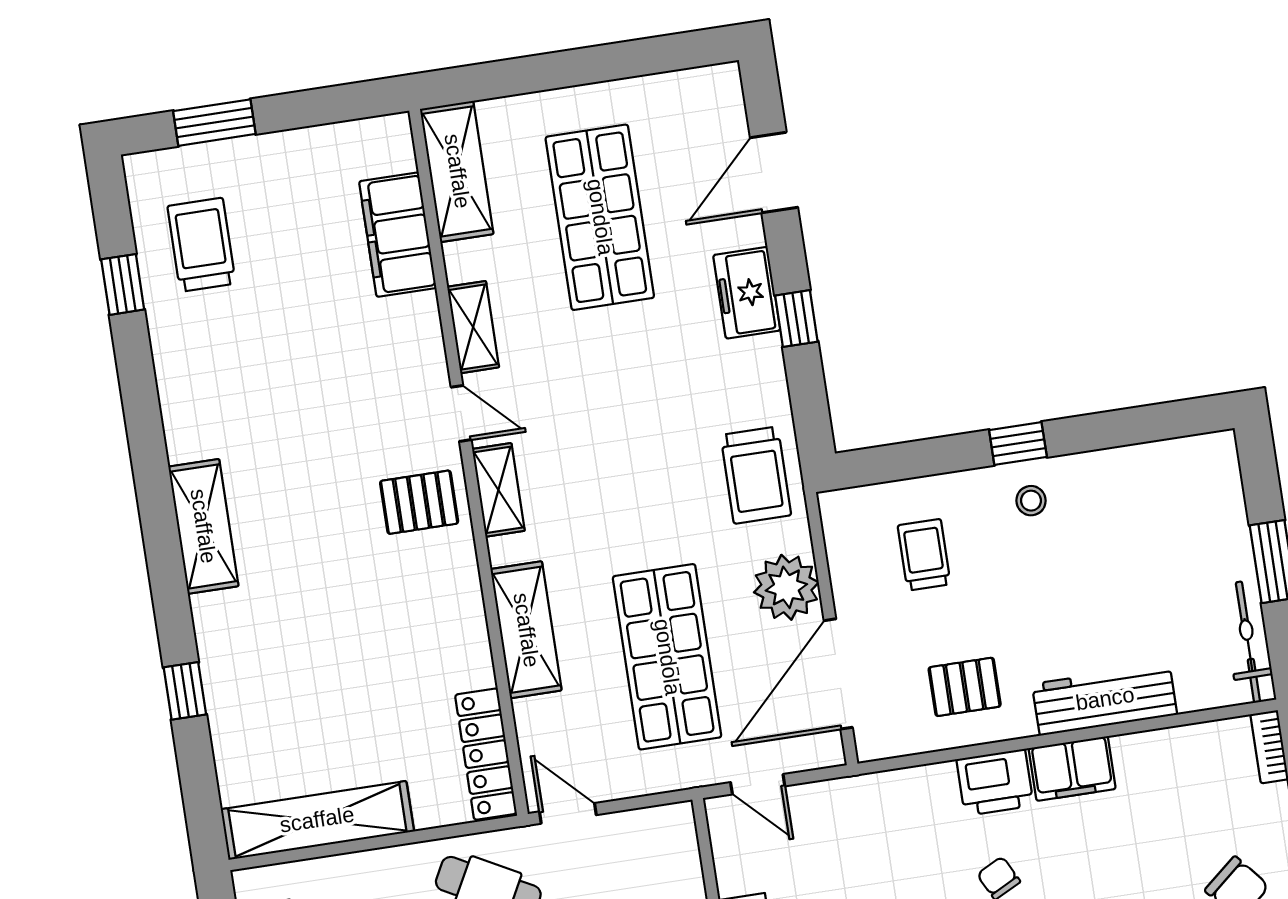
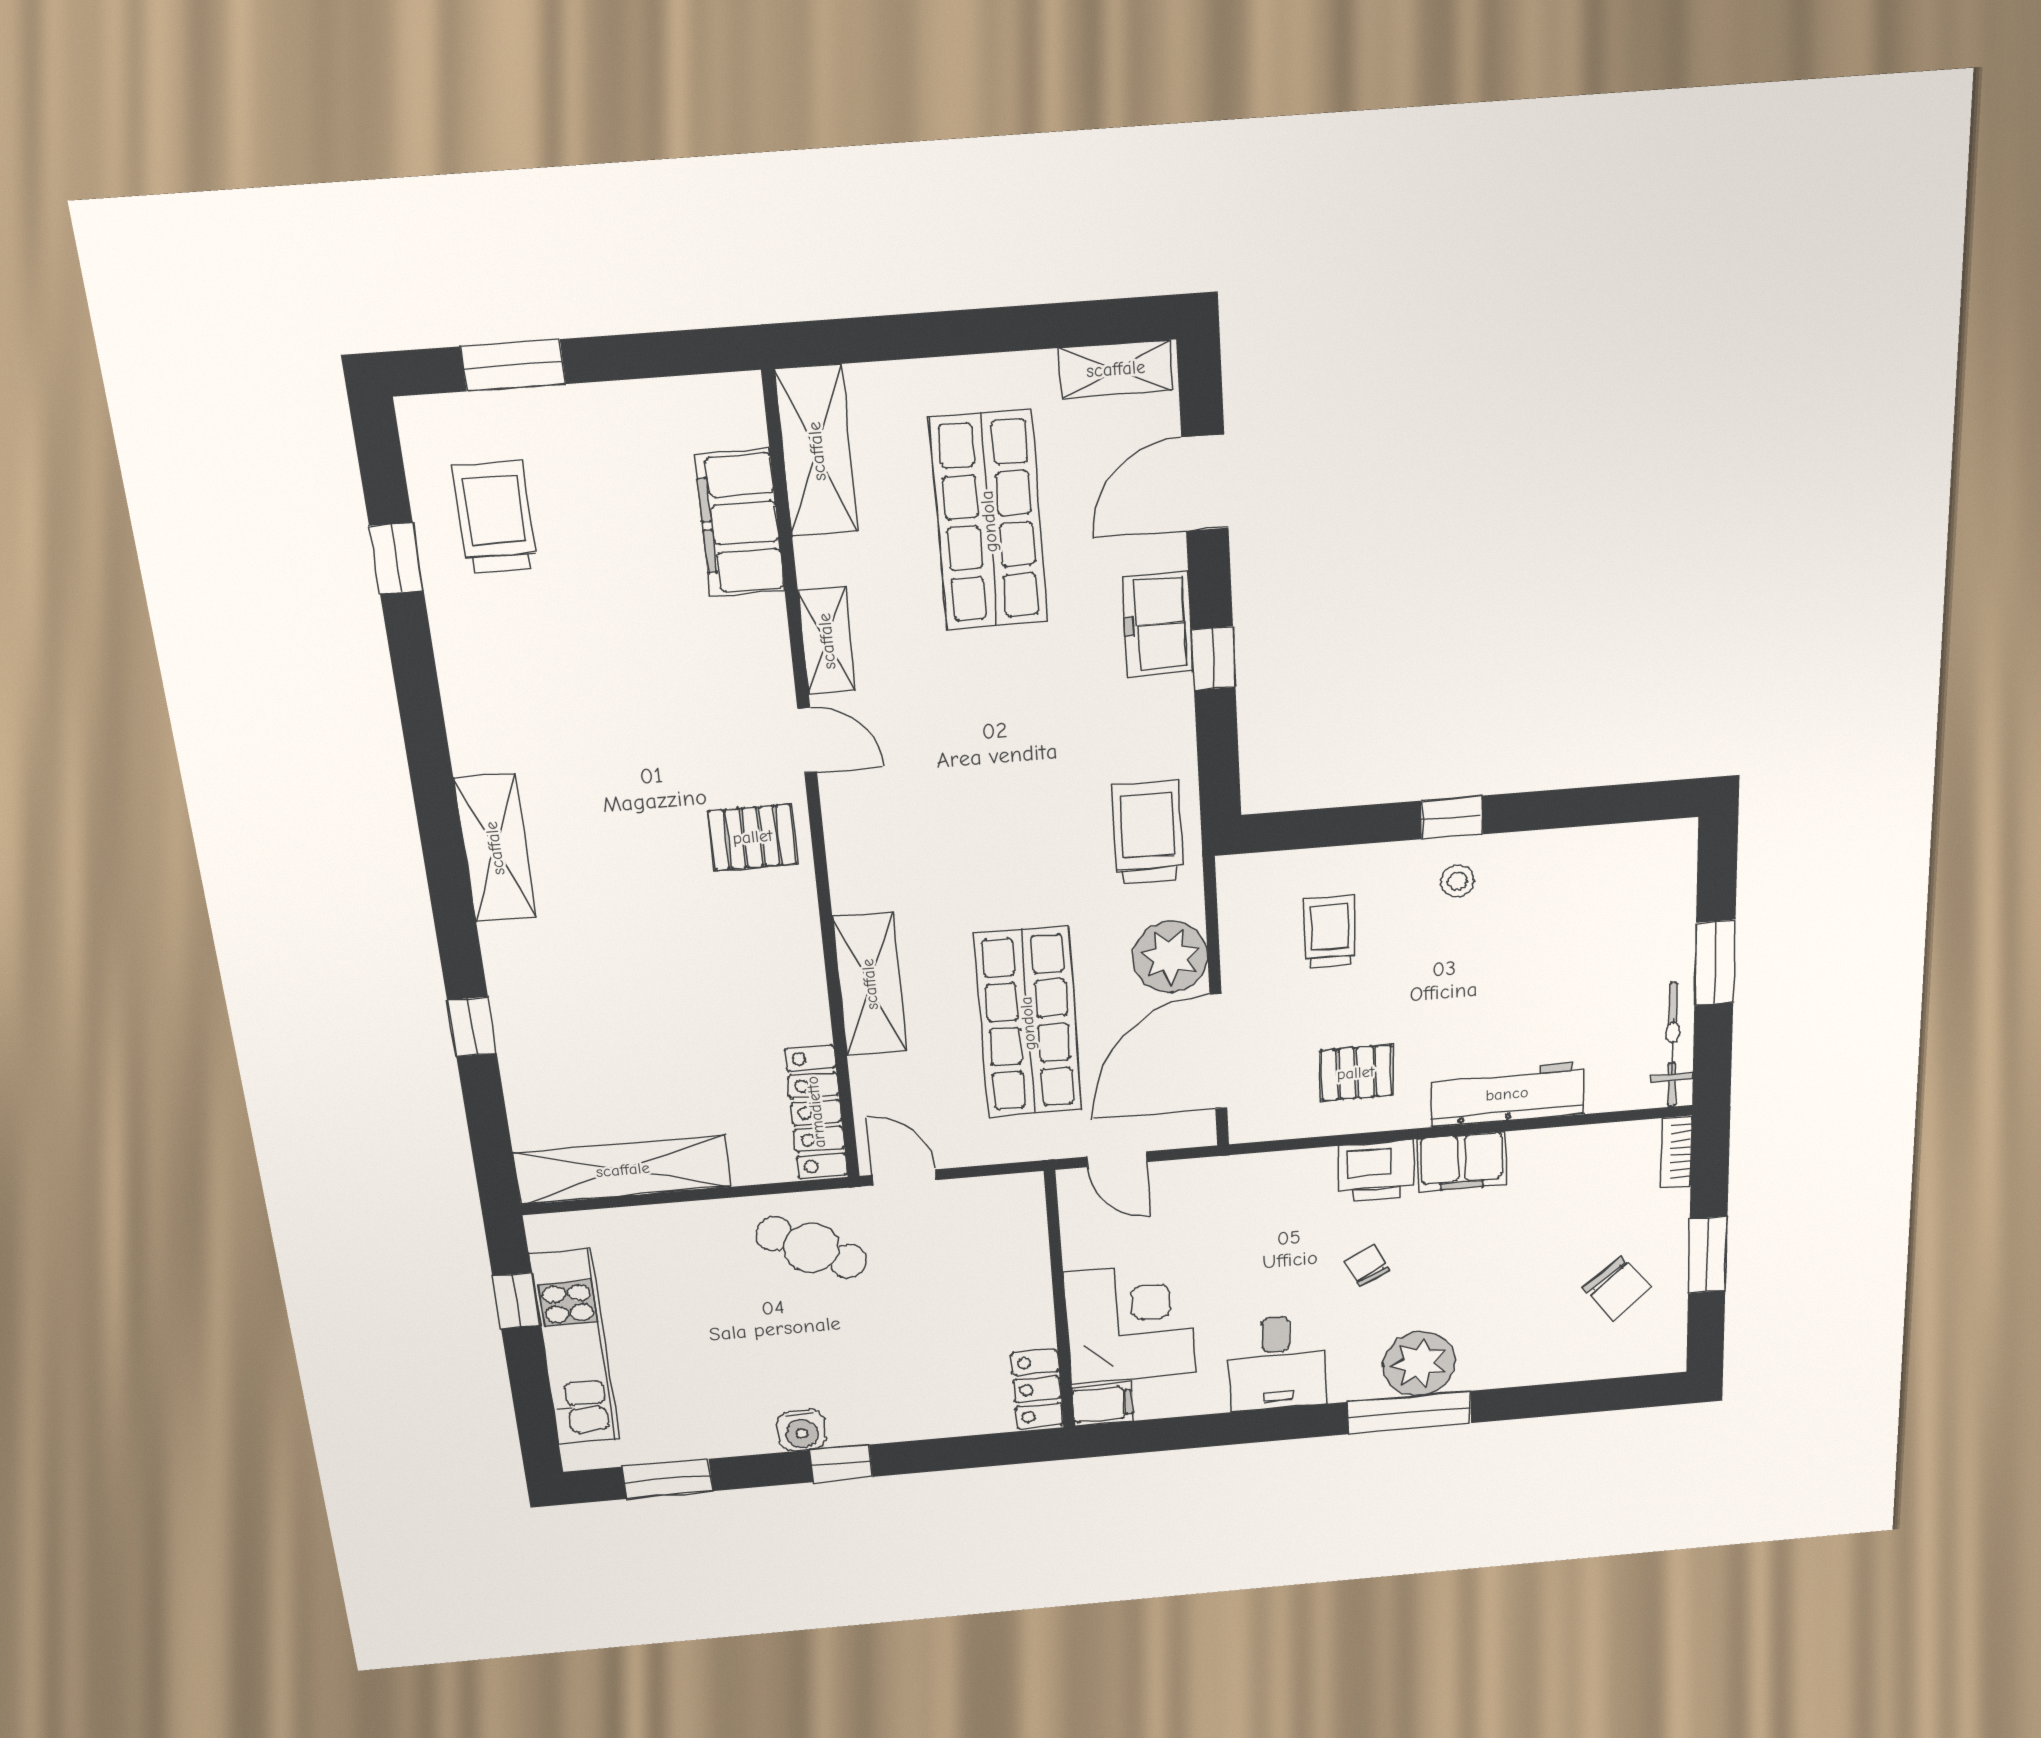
trolley: (756, 475) -> (1148, 833), turned 180
shelving: (498, 490) -> (1116, 369), moved, turned 90

